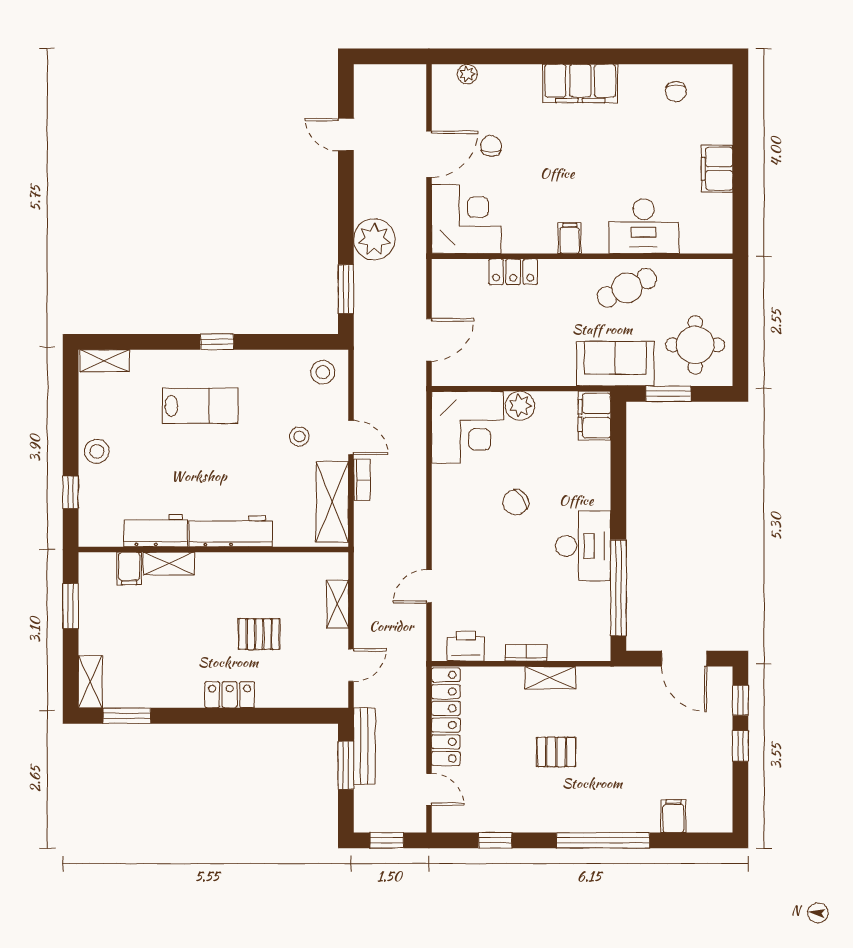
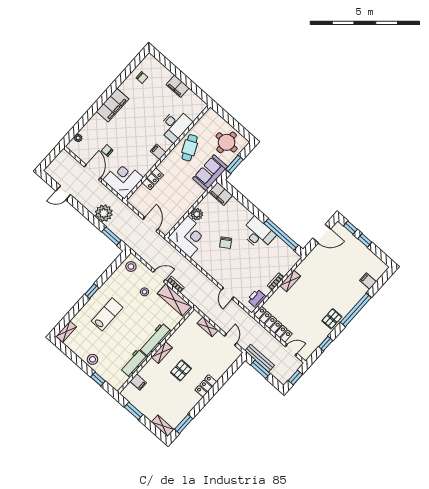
shelving: (169, 564) -> (162, 352), moved
pallet: (259, 634) -> (181, 370), moved
pallet: (556, 752) -> (332, 319), moved

